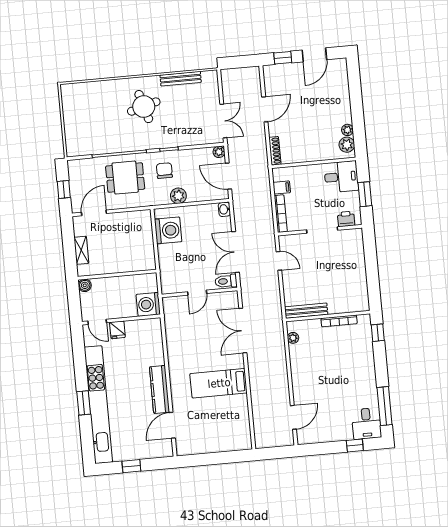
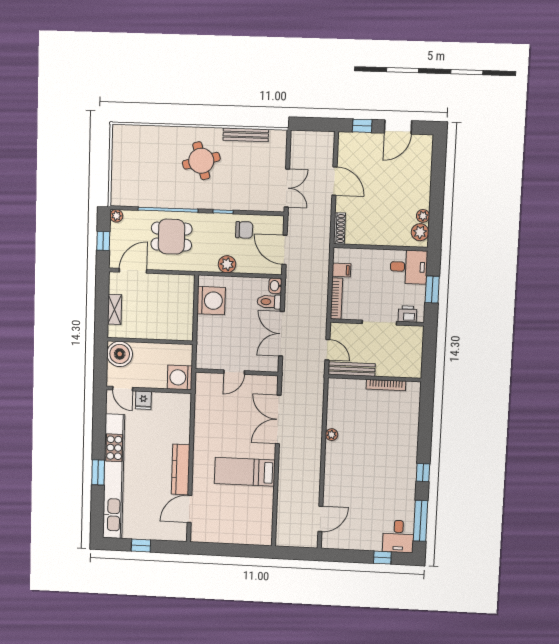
door: (265, 109) -> (334, 181), hinge flipped
plant: (219, 152) -> (116, 216), moved
chair: (164, 171) -> (244, 230), moved, turned 90
toilet: (226, 281) -> (269, 302), moved
boiler: (85, 285) -> (120, 354), width x1.86, depth x1.86
bench: (306, 311) -> (352, 369), moved
wall: (328, 316) -> (375, 378), moved
bookcase: (339, 321) -> (386, 385), moved
window: (378, 333) -> (423, 473), moved

